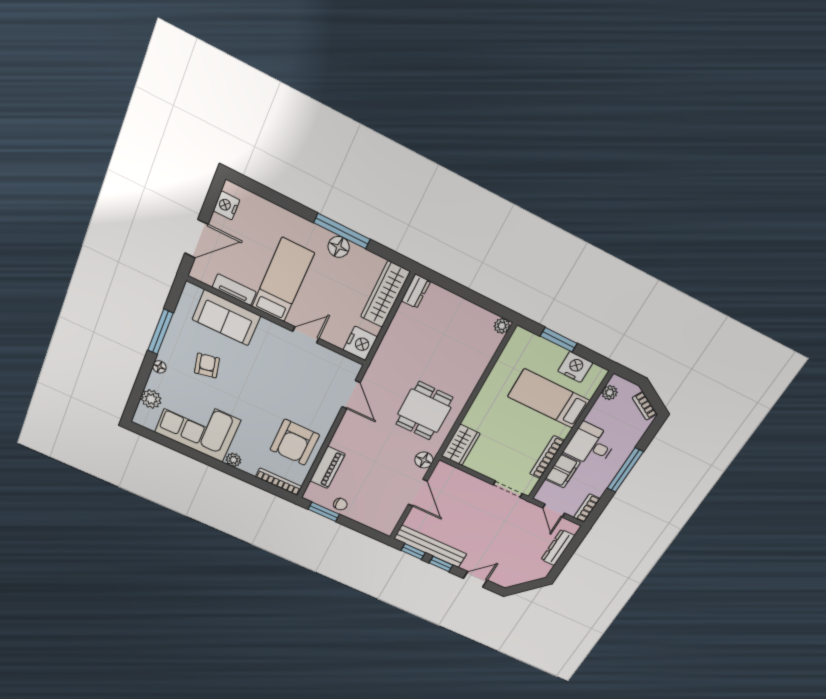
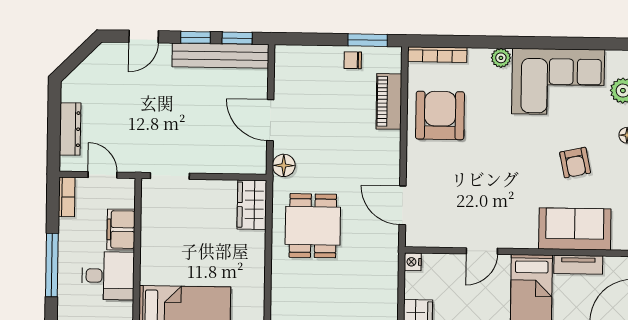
nightstand: (360, 343) -> (413, 262), width x0.53, depth x0.56
bookcase: (547, 457) -> (148, 237), removed

